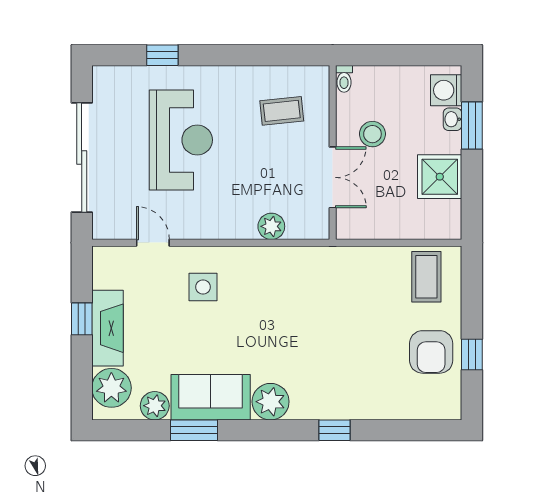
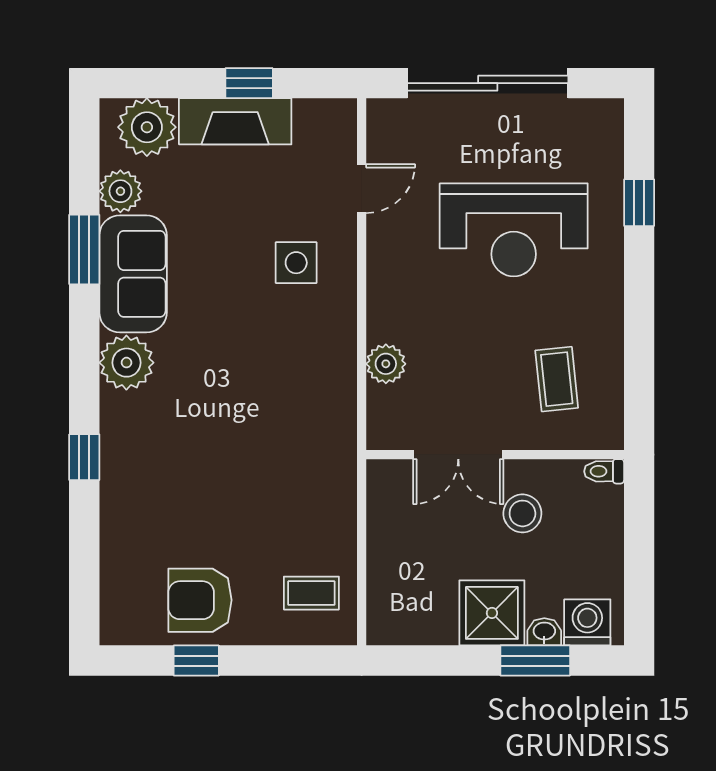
shower: (440, 177) -> (492, 613), moved
coffee table: (426, 277) -> (311, 593), width x0.73, depth x0.77

